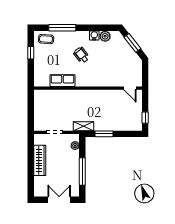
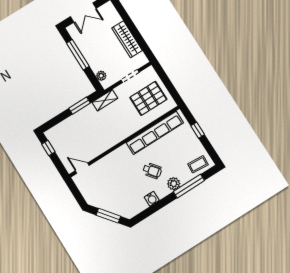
plant: (105, 36) -> (174, 184), moved
window: (31, 53) -> (198, 130), moved
row of seats: (62, 81) -> (155, 133), width x2.02
pallet: (51, 108) -> (148, 98), added

